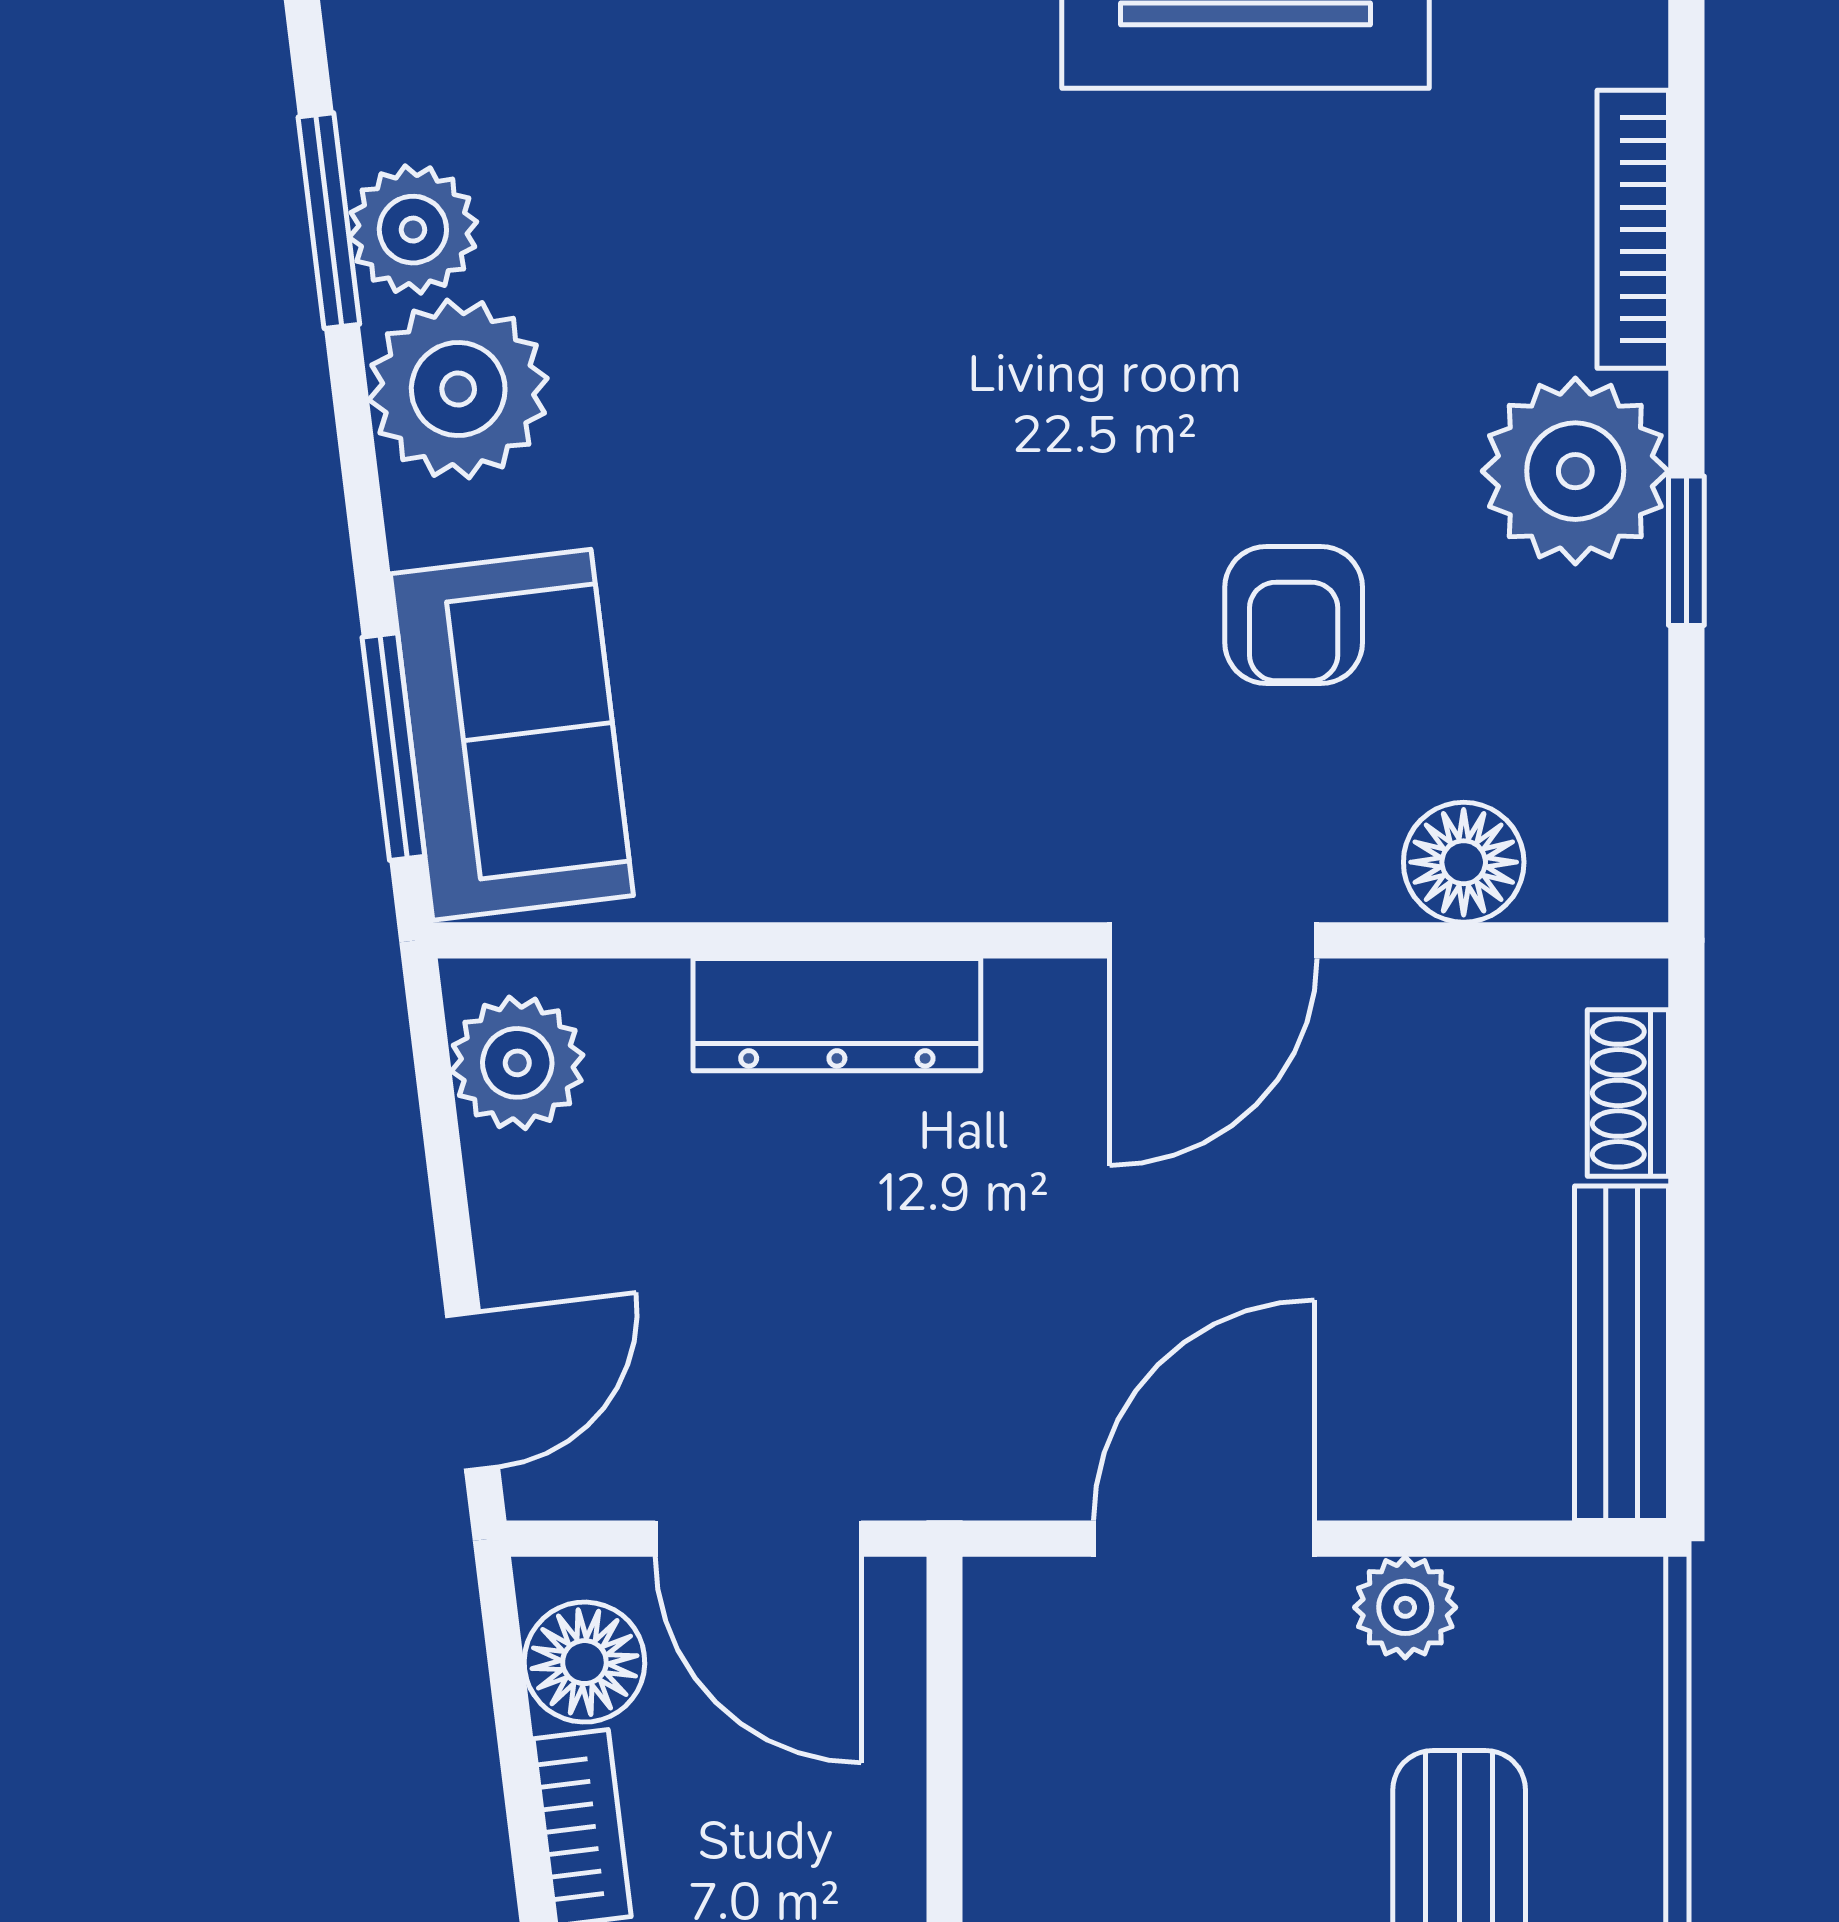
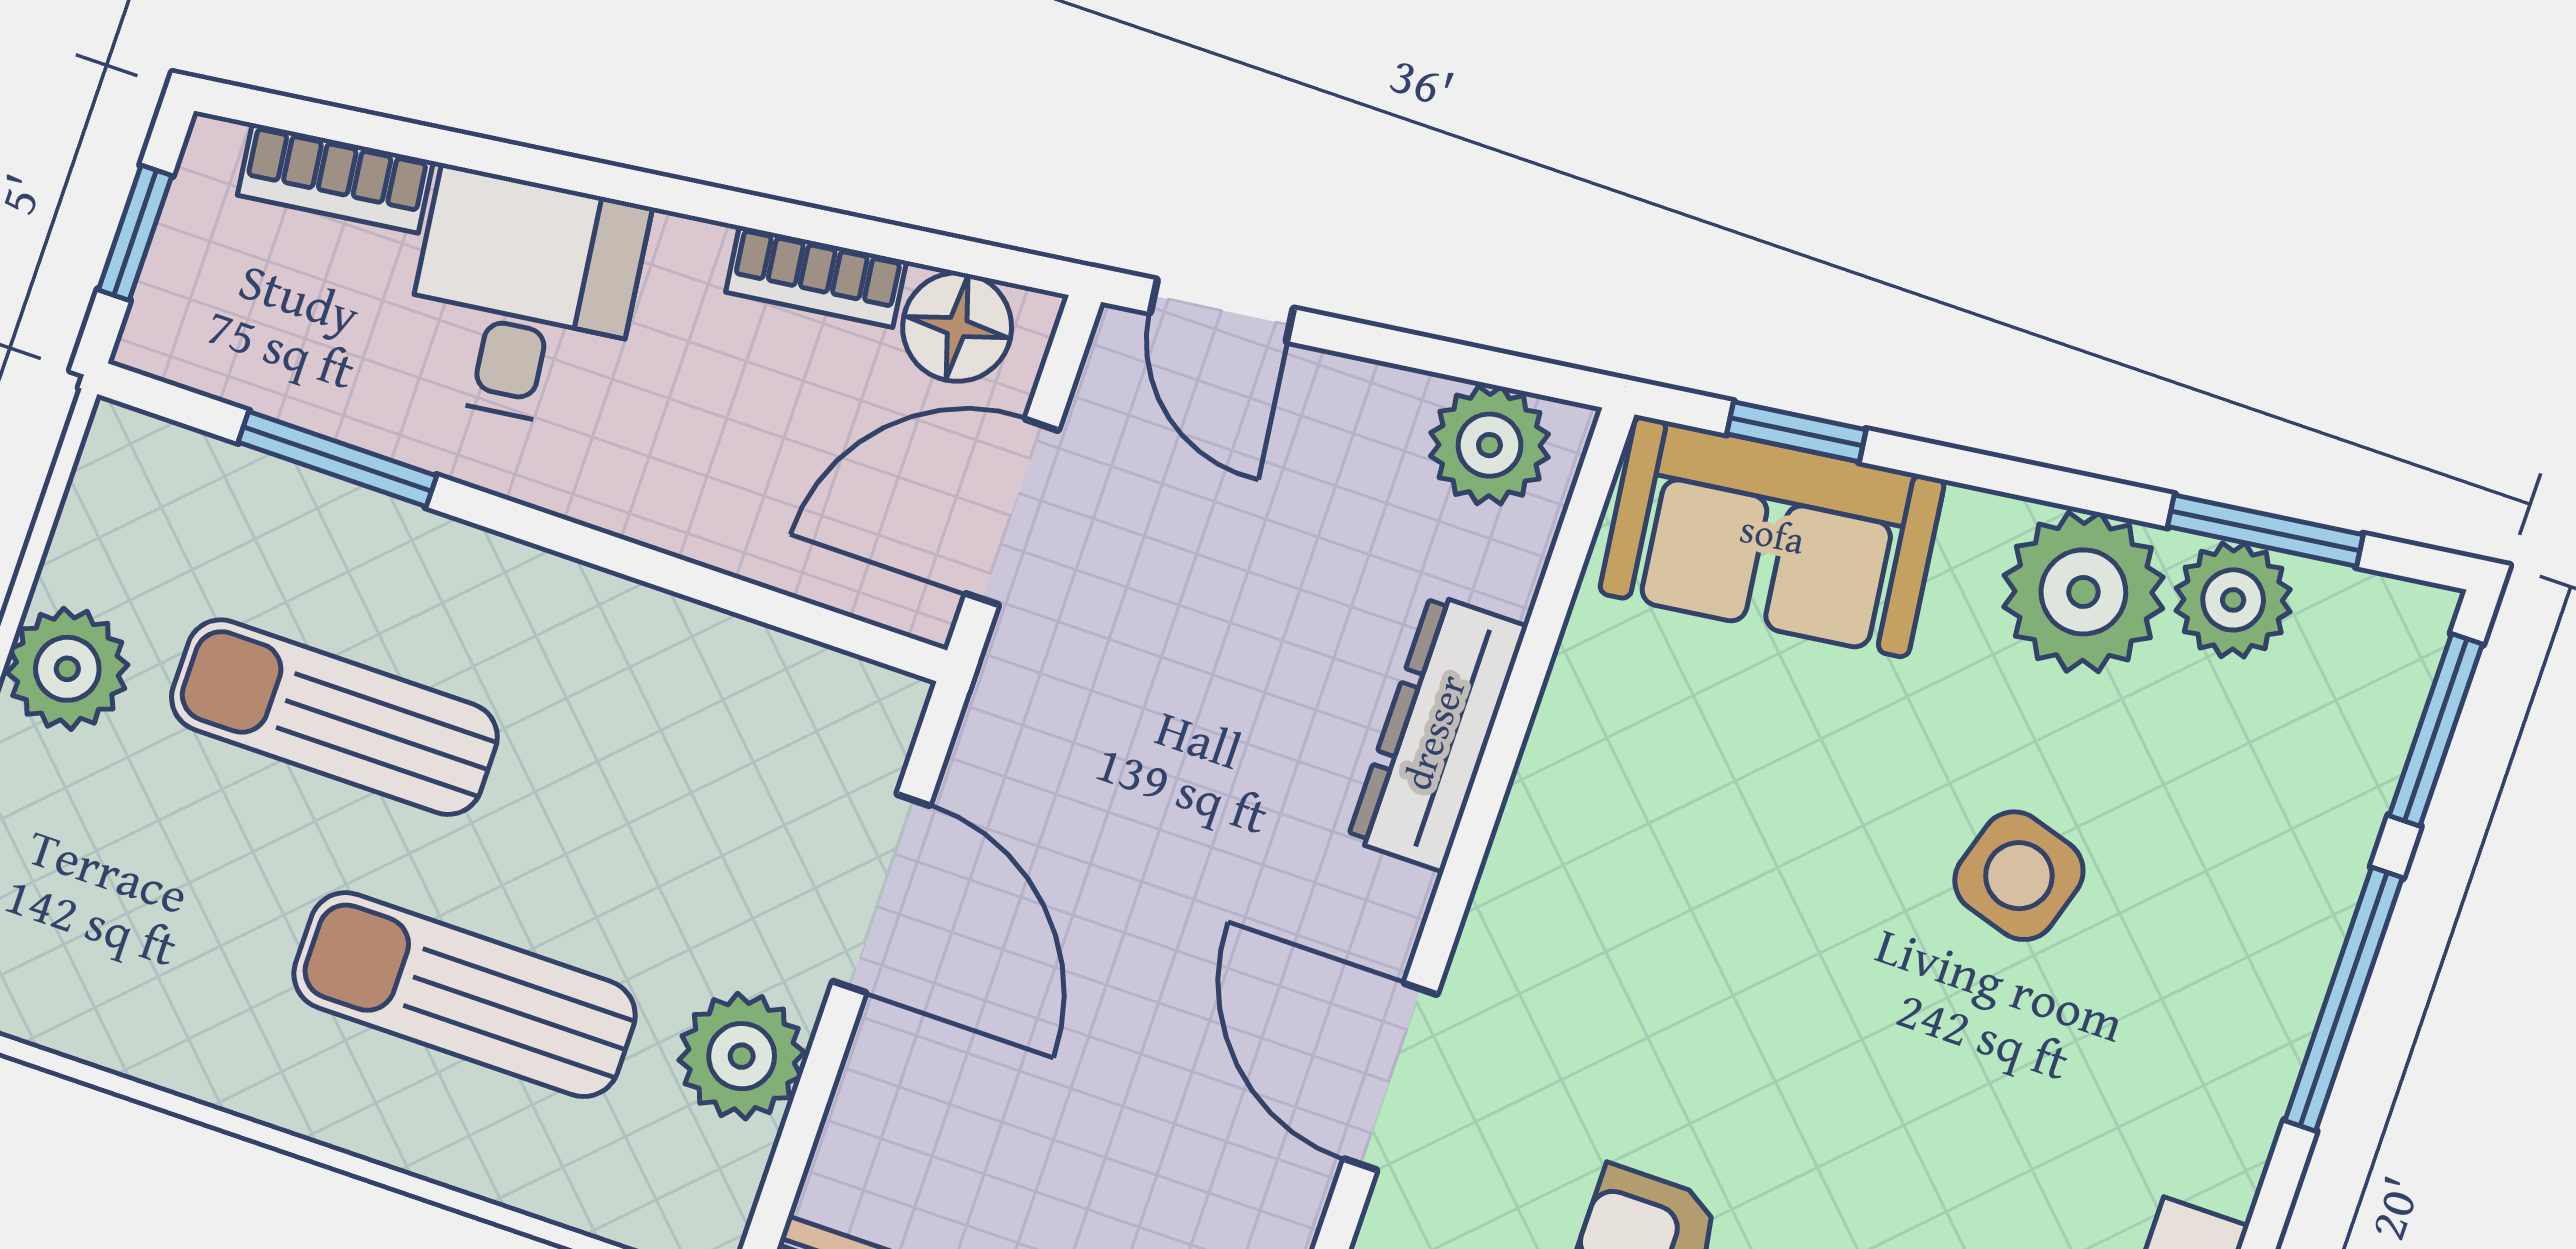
side table: (778, 355) -> (2019, 876), added
window: (393, 747) -> (1796, 432), width x0.67
plant: (1405, 1607) -> (742, 1056), width x1.38, depth x1.38

